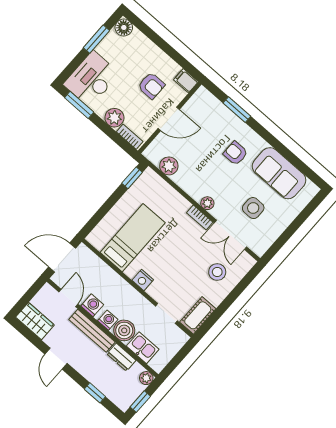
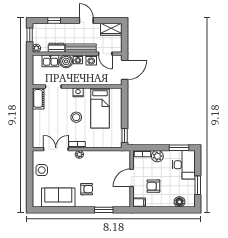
floor lamp: (124, 27) -> (179, 202), moved
plant: (169, 166) -> (112, 156), removed
side table: (253, 208) -> (42, 170), moved
stool: (217, 272) -> (76, 117), moved

